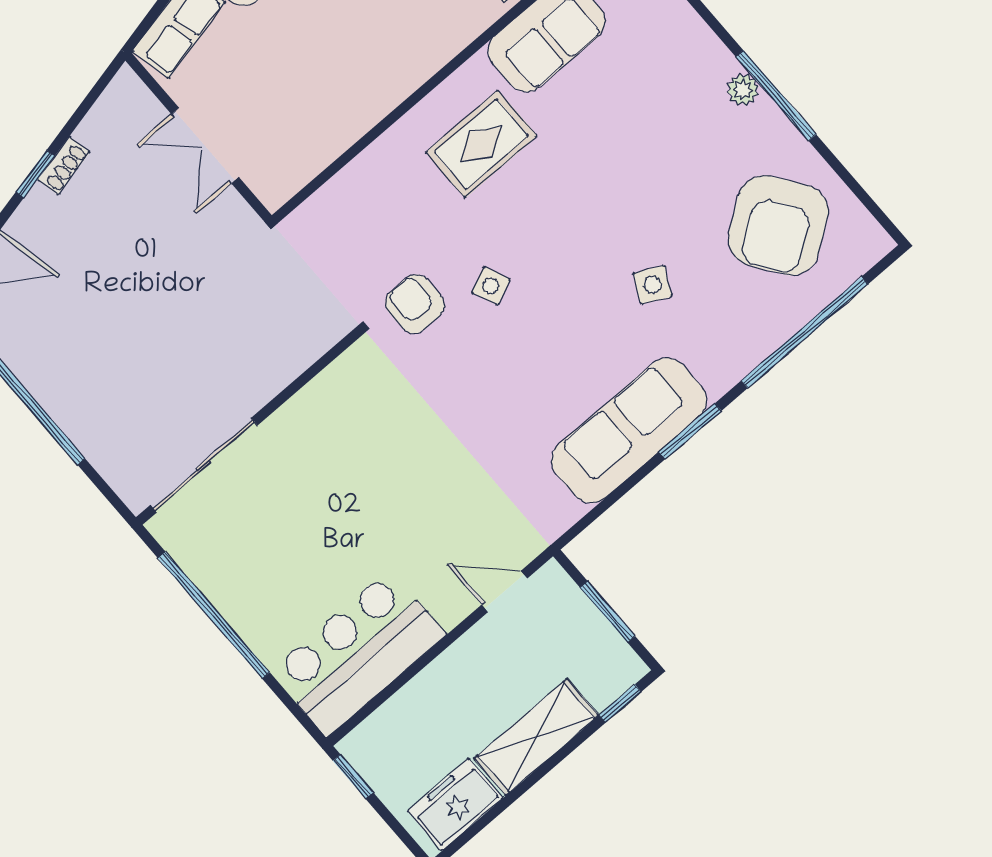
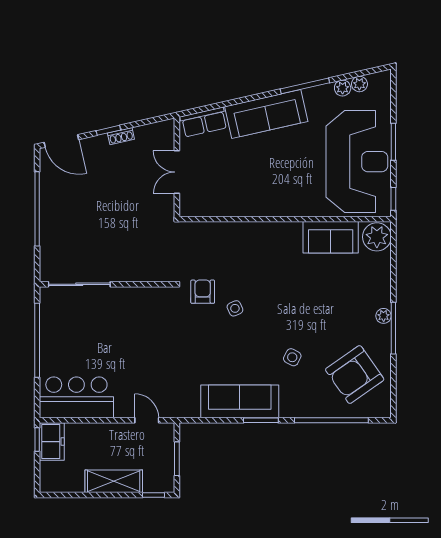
rug: (481, 144) -> (275, 256), removed
freezer: (455, 804) -> (52, 442), moved, turned 90

